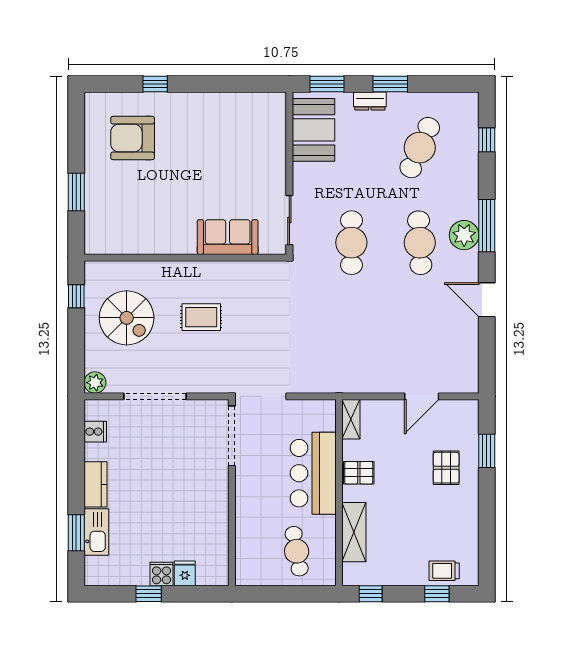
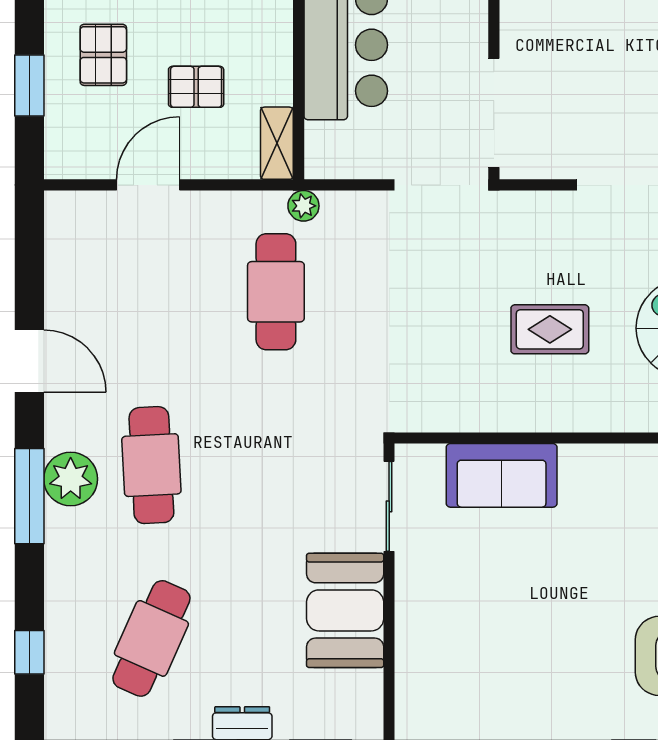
booth: (313, 130) -> (345, 610), moved
cafe table: (351, 243) -> (276, 292), moved
plant: (336, 385) -> (303, 206), added
pallet: (359, 473) -> (196, 87), moved

